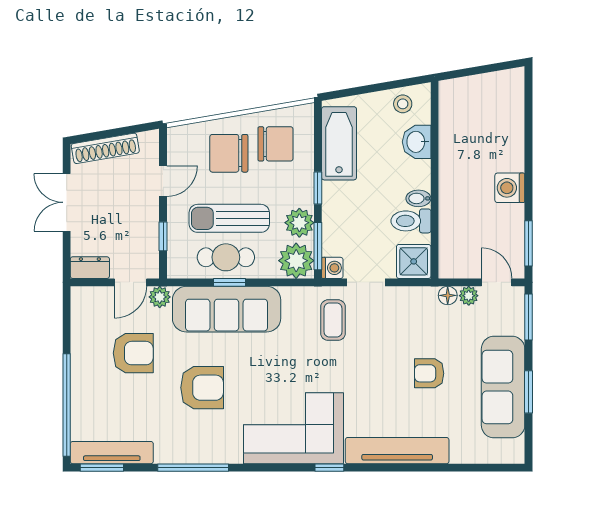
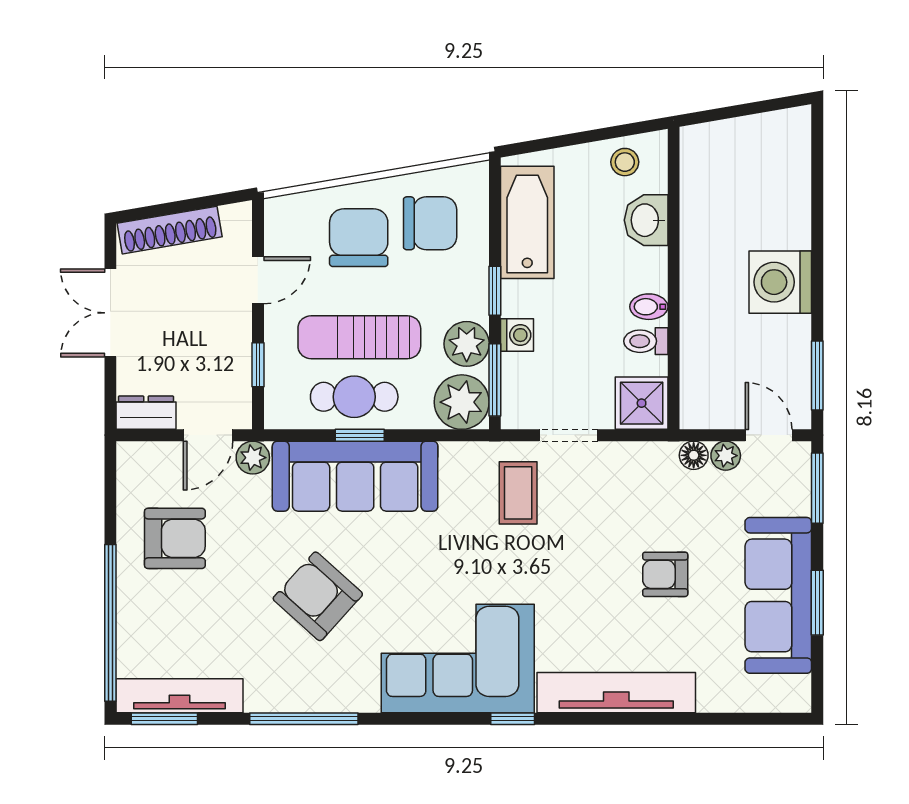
chair: (229, 153) -> (359, 238), turned 90
washing machine: (510, 188) -> (780, 282), width x1.37, depth x1.37
toilet: (411, 221) -> (646, 341), width x0.73, depth x0.72
washing machine: (332, 268) -> (517, 335), moved
armchair: (133, 353) -> (175, 538), moved
armchair: (202, 388) -> (318, 596), turned -138

